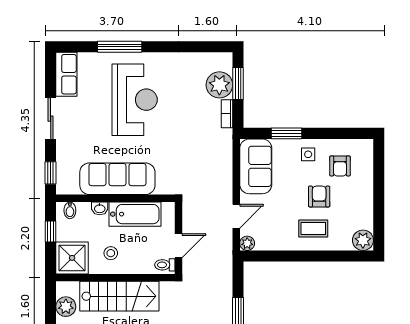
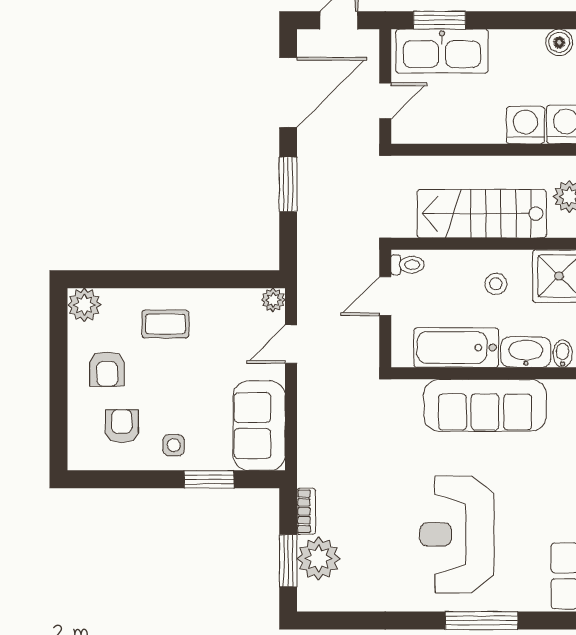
armchair: (319, 196) -> (107, 369), moved
washbasin: (100, 208) -> (526, 352), width x1.91, depth x1.45

